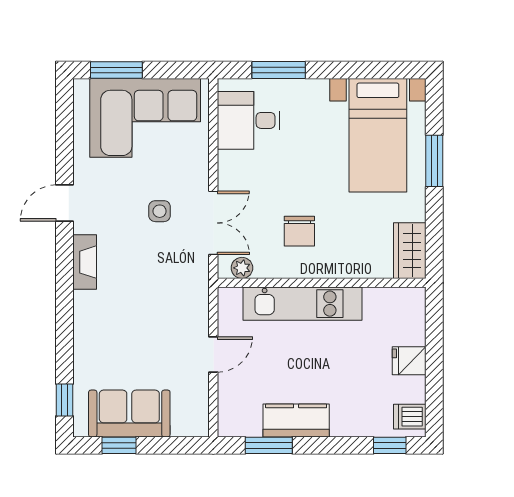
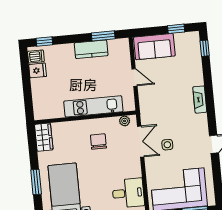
double door: (213, 223) -> (141, 142), swing flipped
fireplace: (85, 262) -> (200, 100), moved
door: (213, 354) -> (134, 77), swing flipped
fridge: (409, 361) -> (38, 70), moved
sofa: (129, 413) -> (154, 47), moved

